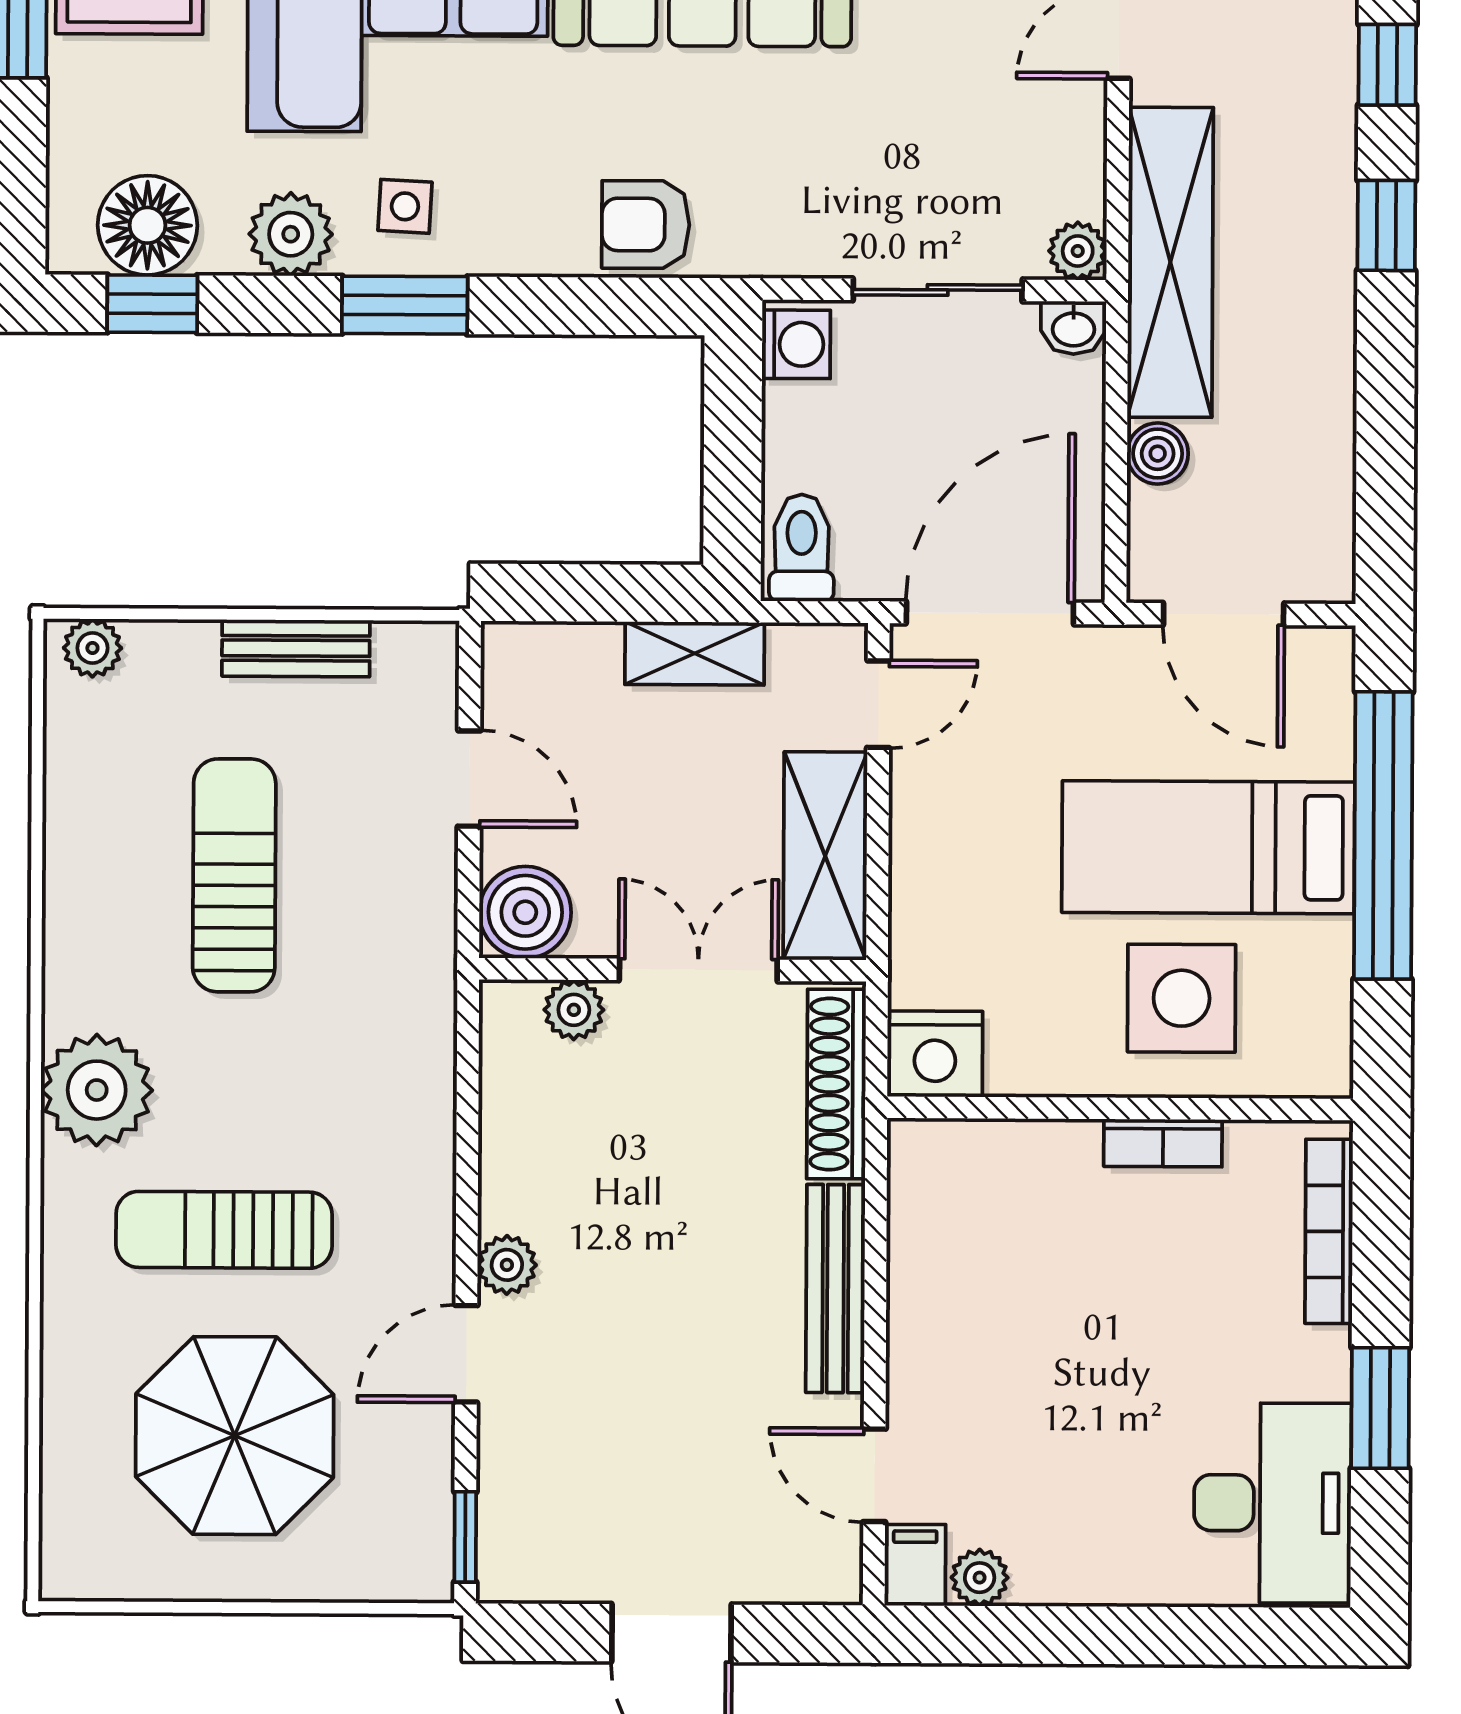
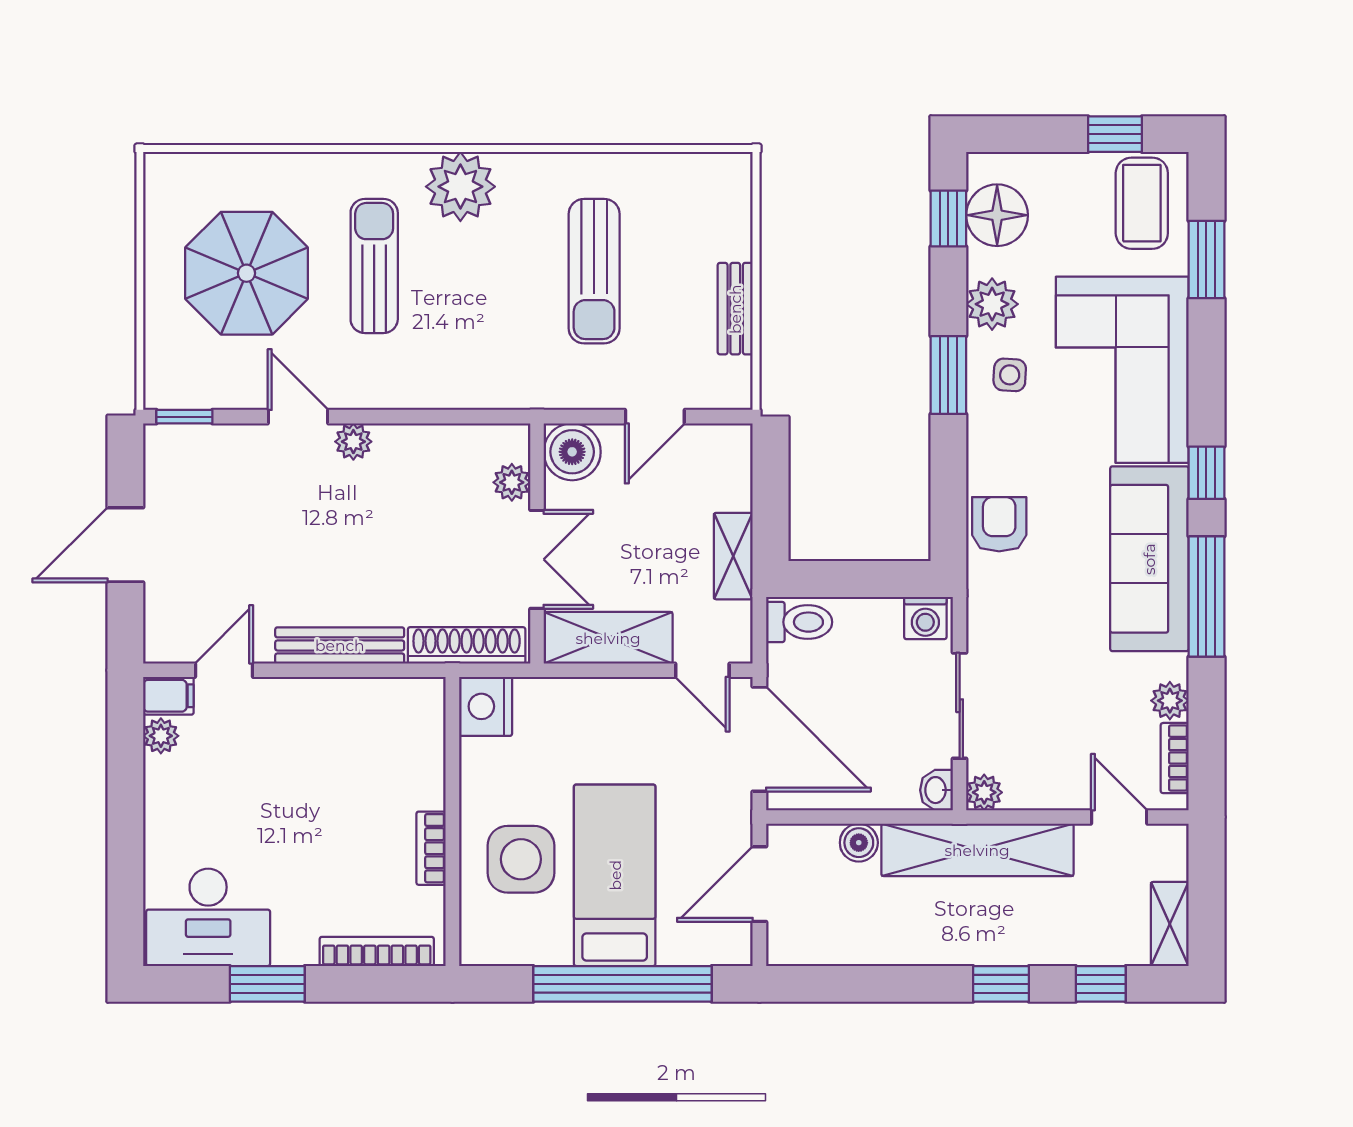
plant: (92, 648) -> (735, 182), removed
sun lounger: (234, 875) -> (594, 271), turned 90

